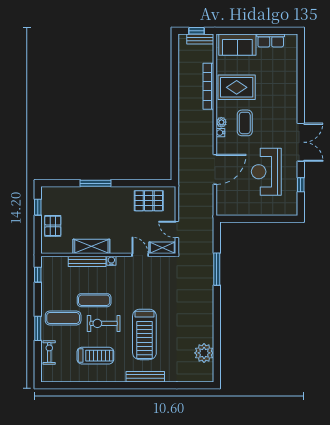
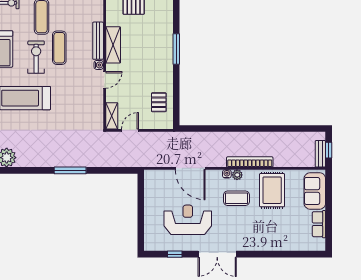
bookcase: (208, 86) -> (250, 162), moved
pallet: (149, 201) -> (159, 102), width x0.67, depth x0.71
door: (140, 255) -> (105, 80), moved
window: (217, 269) -> (70, 170), moved

